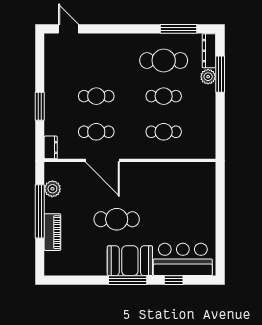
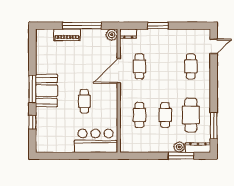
cafe table: (96, 96) -> (191, 66), moved
plant: (52, 189) -> (112, 35), moved
cafe table: (117, 219) -> (84, 101), moved, width x0.73, depth x0.74
bar counter: (183, 259) -> (96, 141), moved, turned -90

